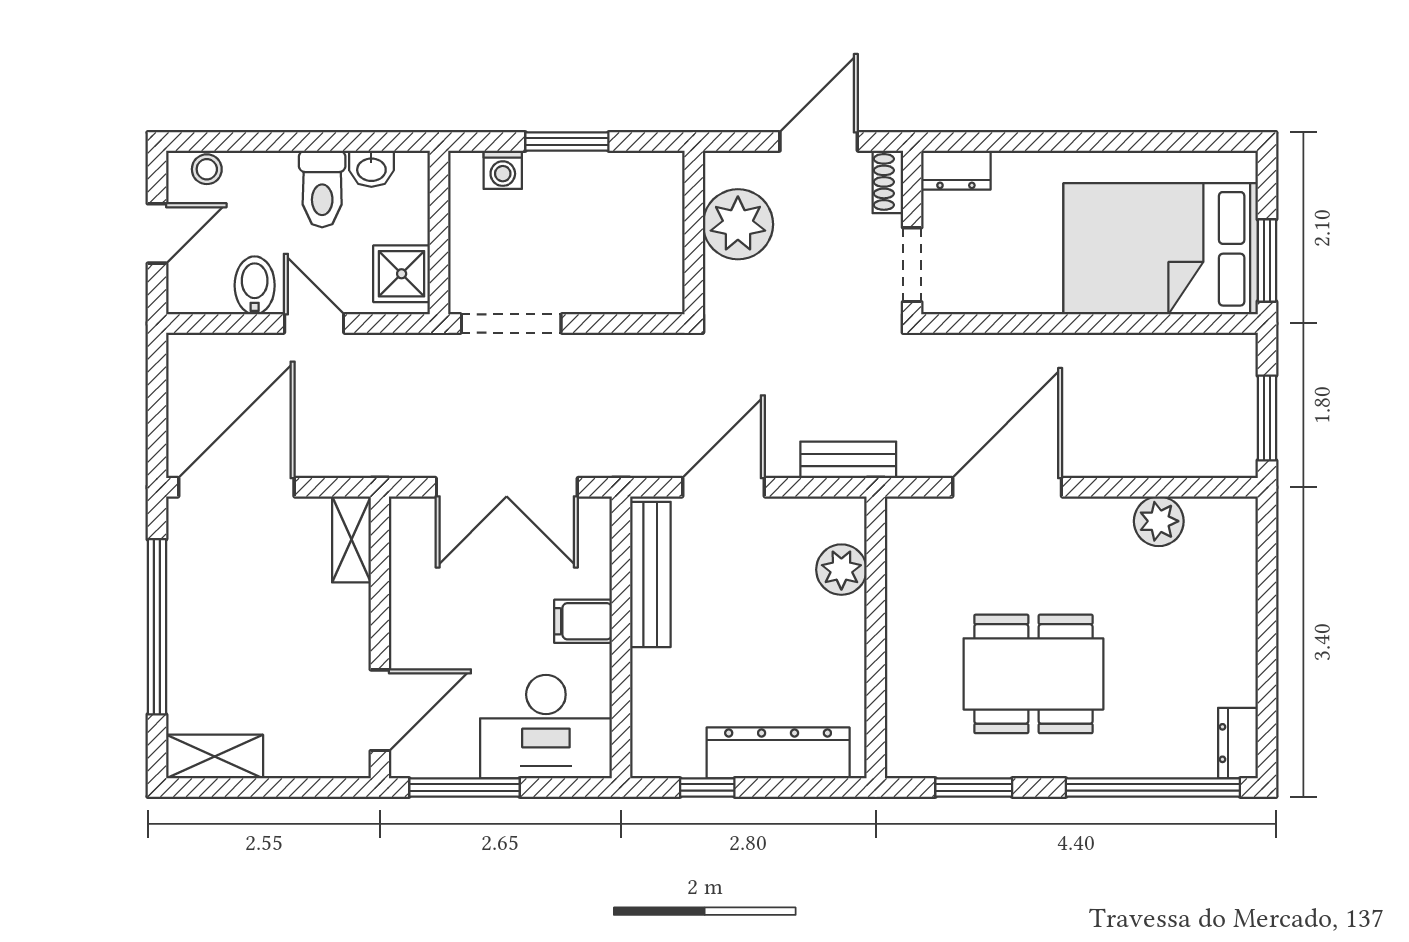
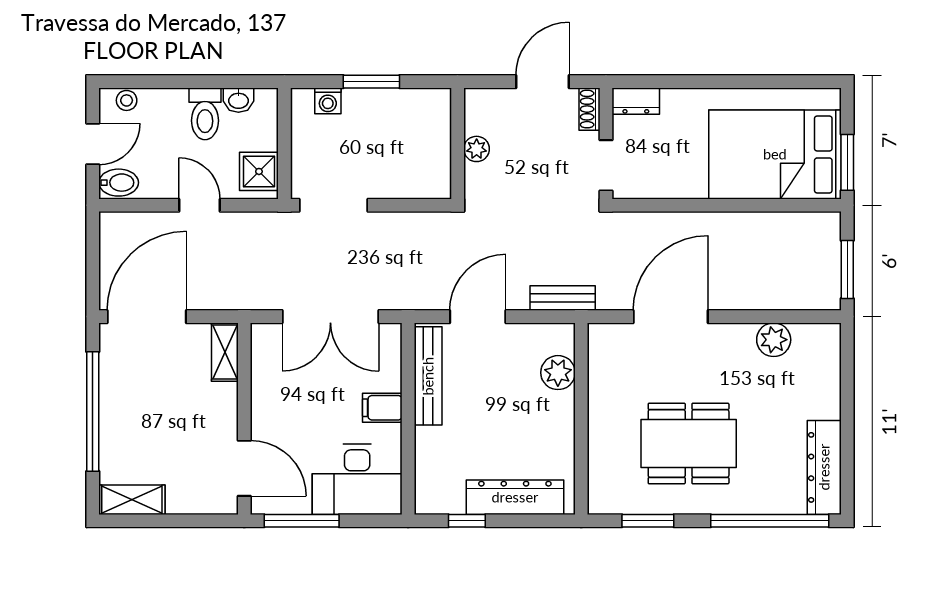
plant: (738, 224) -> (477, 149), width x0.53, depth x0.53
bidet: (255, 285) -> (119, 183), moved, turned 90
door: (380, 710) -> (244, 468), hinge flipped
dresser: (1238, 743) -> (824, 467), width x1.96, depth x1.24

